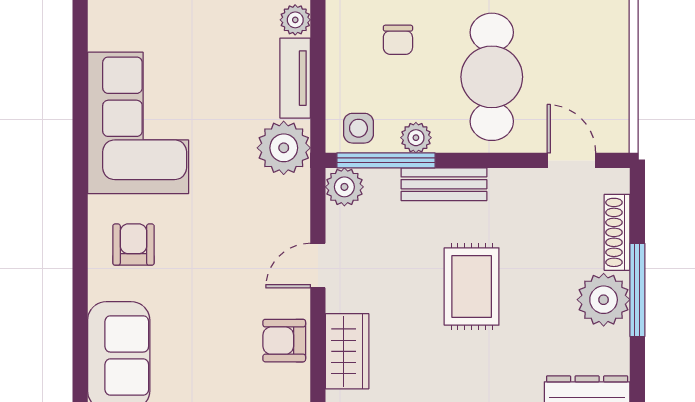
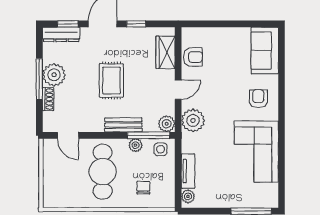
plant: (284, 148) -> (193, 120), moved
shoe rack: (617, 232) -> (48, 99), width x0.70
armchair: (133, 245) -> (258, 99), turned 180

